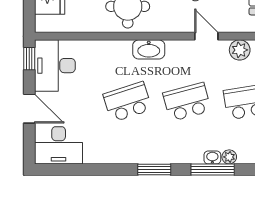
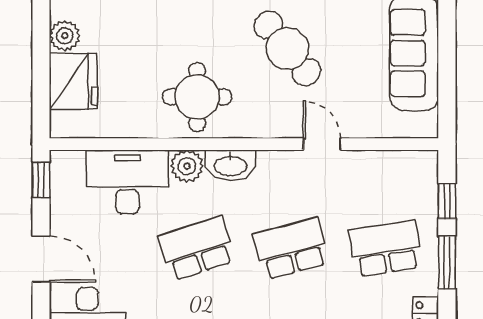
plant: (240, 50) -> (187, 166), moved
desk: (55, 66) -> (127, 182), moved, turned 90

